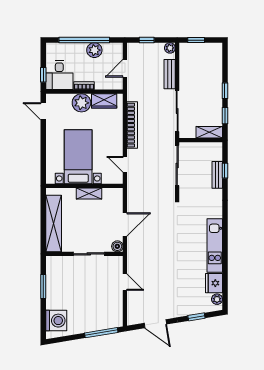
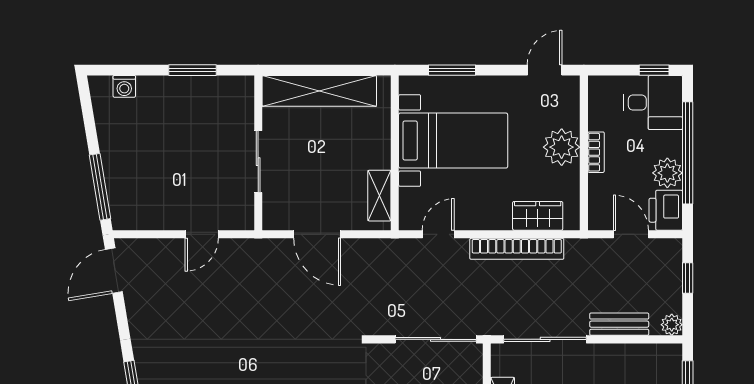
printer: (113, 51) -> (666, 210), added
window: (43, 75) -> (654, 70), moved
desk: (59, 75) -> (653, 103), moved, turned 180
wardrobe: (104, 101) -> (538, 216), moved, turned 90
window: (43, 157) -> (452, 70), added
shelving: (89, 194) -> (379, 196), moved
boiler: (117, 246) -> (273, 219), removed
washing machine: (56, 321) -> (124, 86), width x0.53, depth x0.53
door: (155, 324) -> (114, 271), moved

